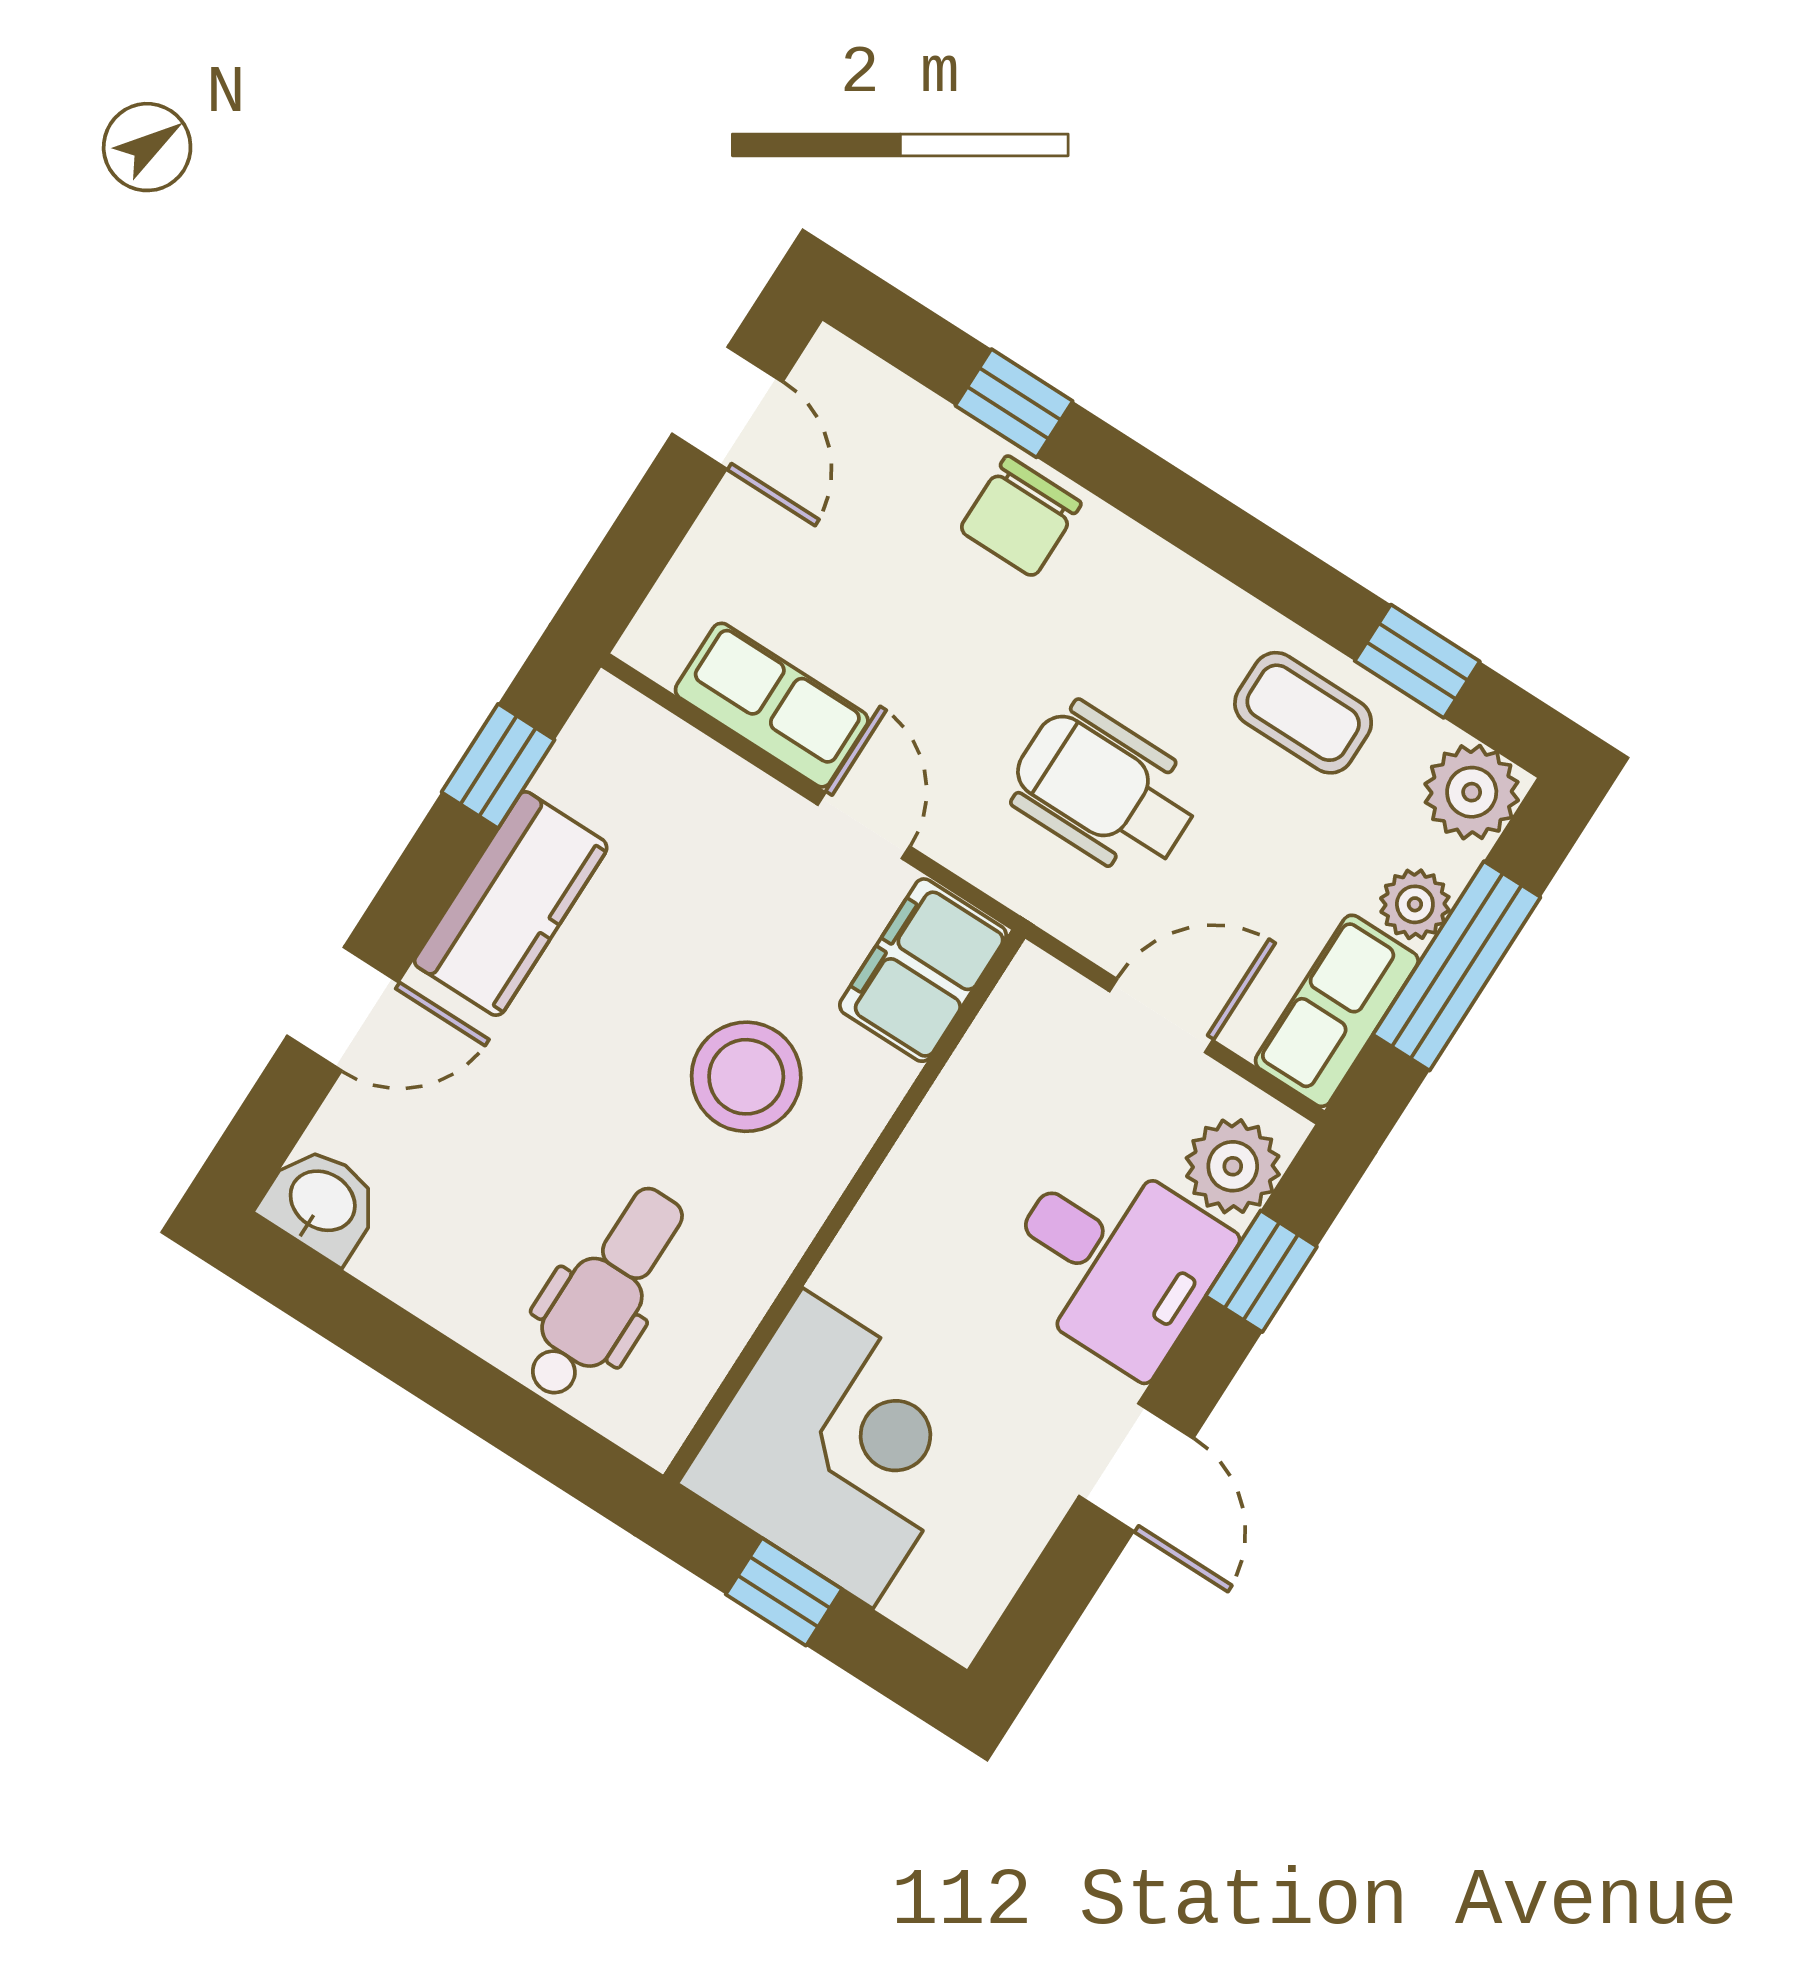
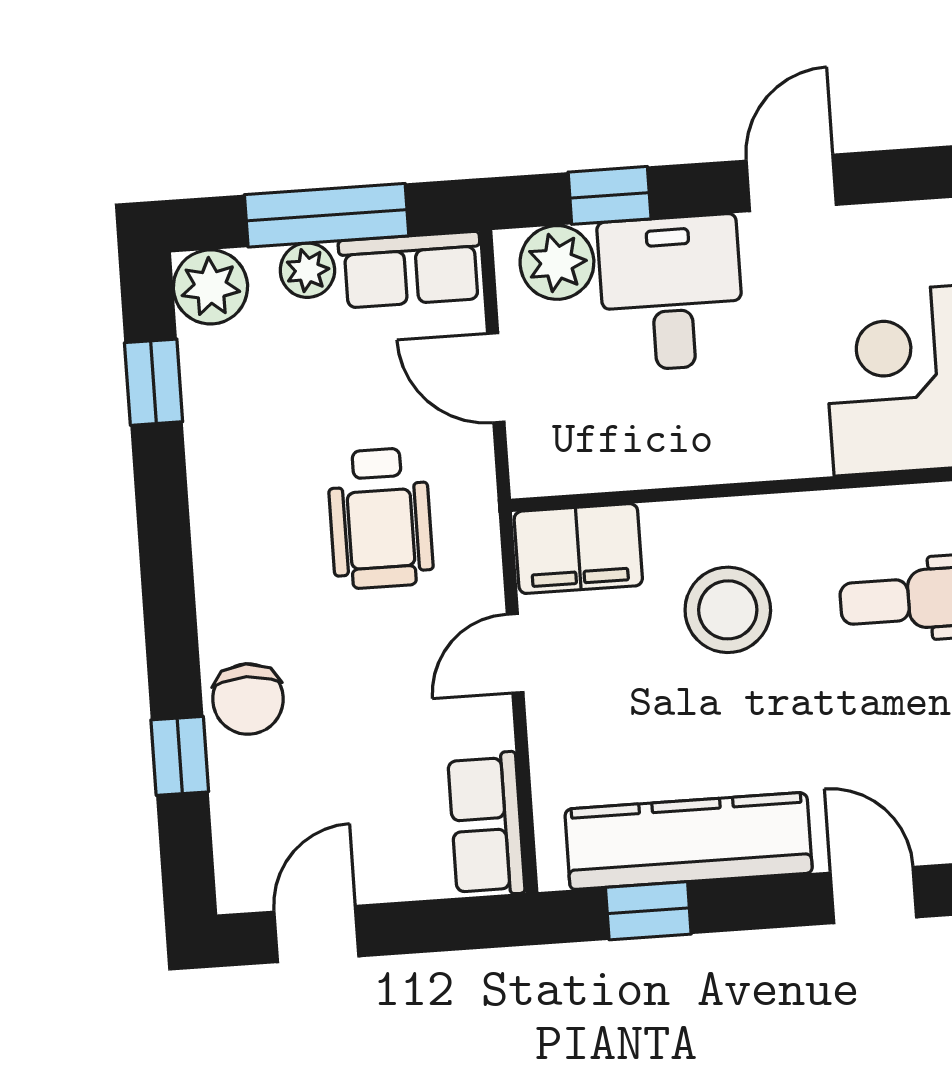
chair: (1020, 517) -> (248, 699), turned 90
row of seats: (772, 705) -> (486, 824), moved
coffee table: (1303, 713) -> (239, 430), removed
kitchen counter: (511, 904) -> (689, 841), width x1.50

